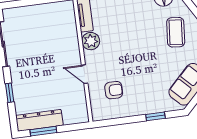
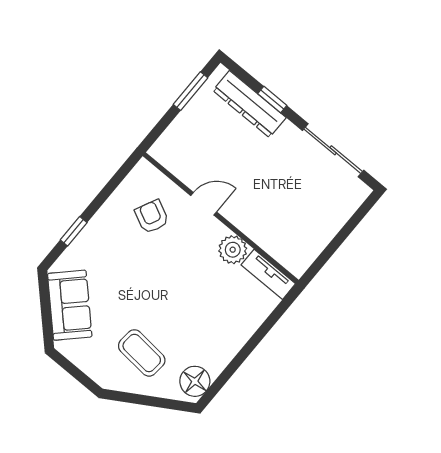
armchair: (114, 90) -> (152, 217), turned 116
dresser: (39, 120) -> (249, 104), moved, turned 90

